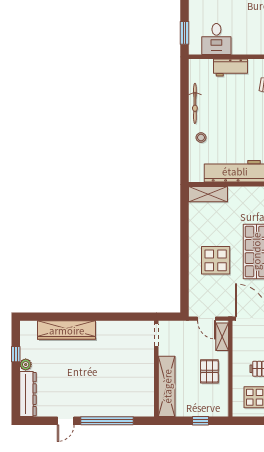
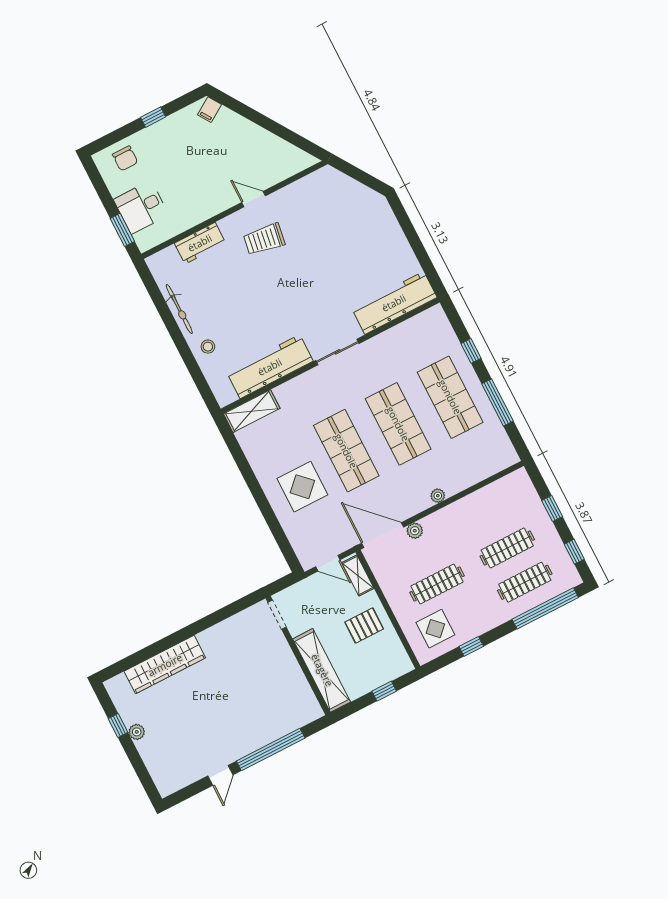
desk: (216, 39) -> (141, 207), moved, turned 90
pallet: (209, 371) -> (364, 625), turned 90
dresser: (28, 394) -> (158, 766), removed

